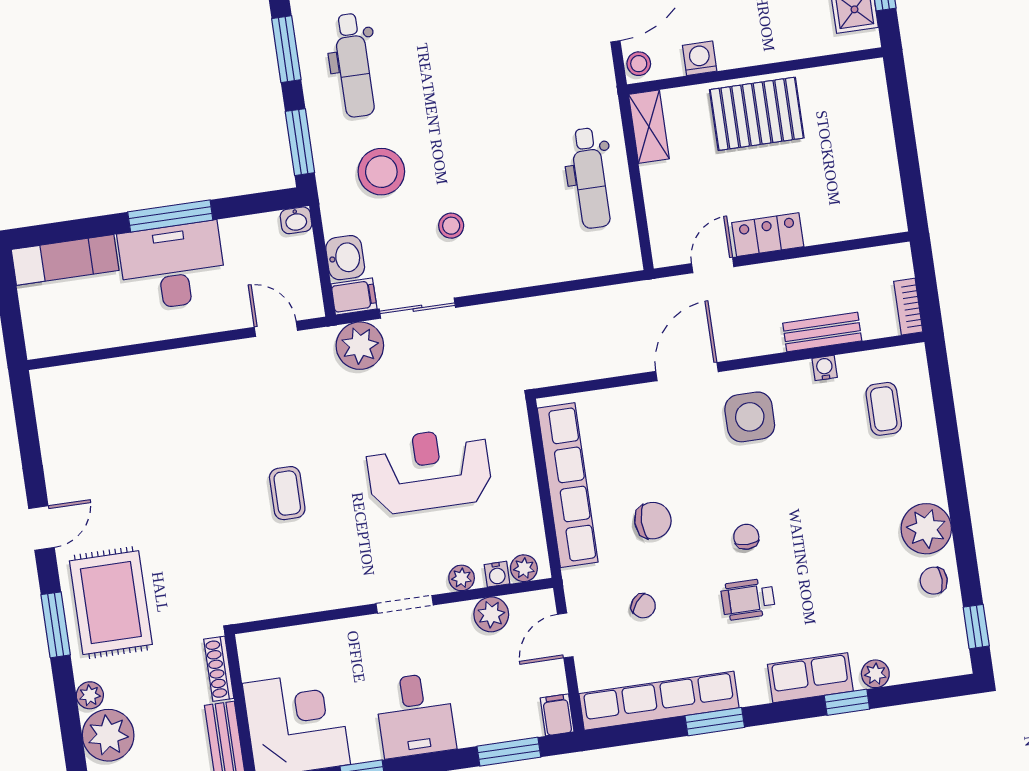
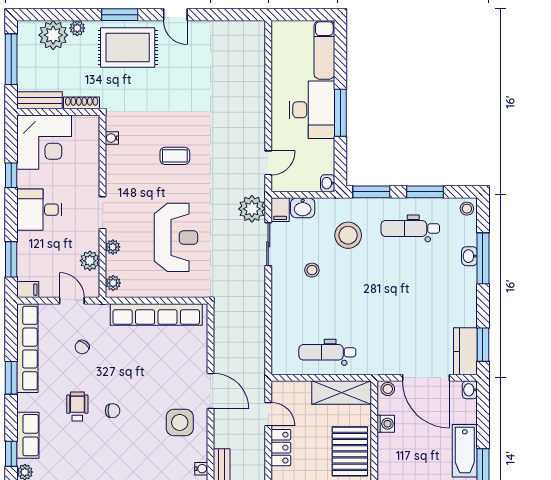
shelving: (649, 127) -> (342, 392), width x1.50, depth x1.33
chair: (653, 521) -> (129, 359), removed
water cooler: (497, 574) -> (112, 138), moved

